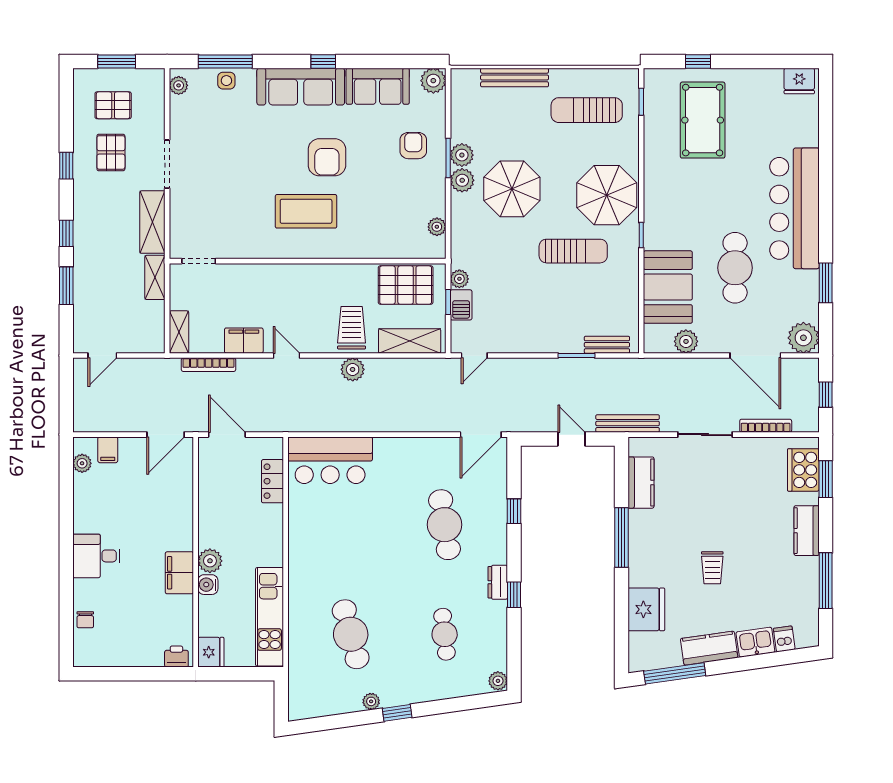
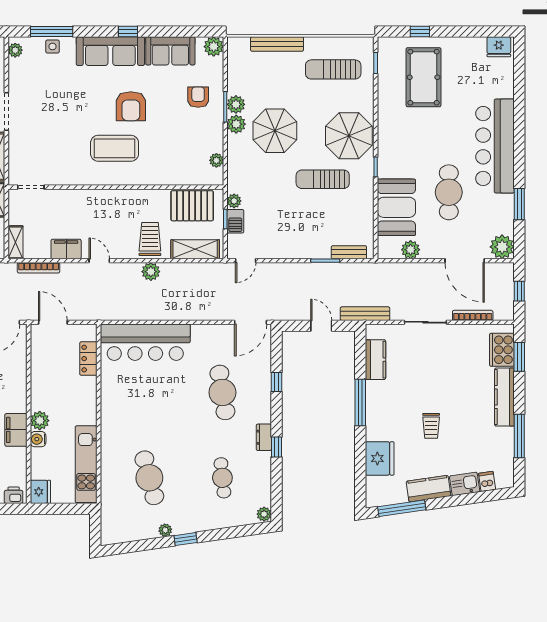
sun lounger: (573, 251) -> (323, 179), turned 180
bar counter: (330, 460) -> (145, 342), width x1.36
kitchen counter: (807, 531) -> (504, 397), width x1.50

